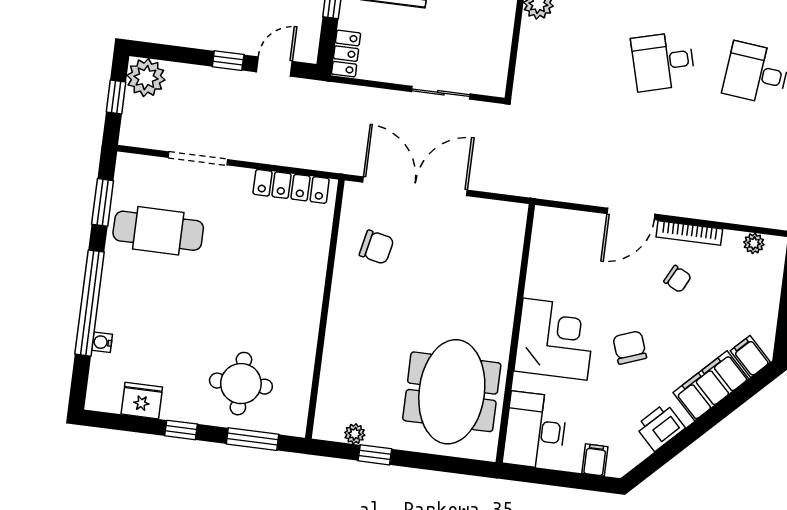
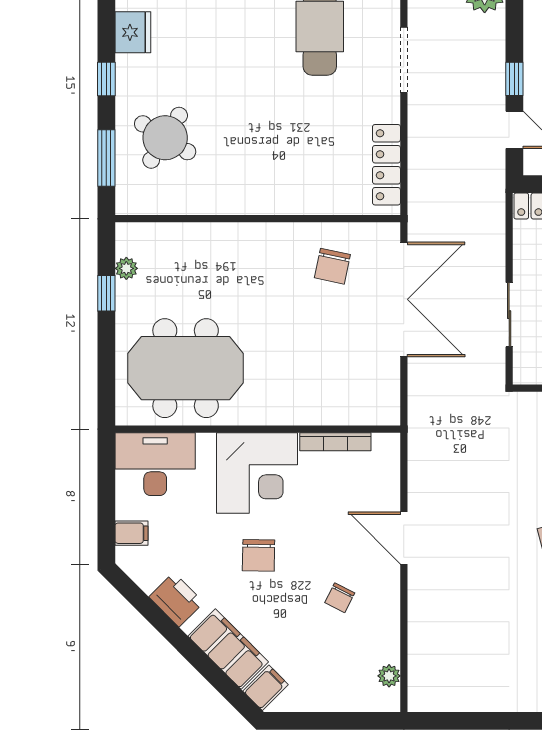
bookcase: (689, 233) -> (335, 442), moved, turned -90
chair: (630, 347) -> (259, 555), turned 111
round table: (241, 384) -> (165, 138), turned 32

